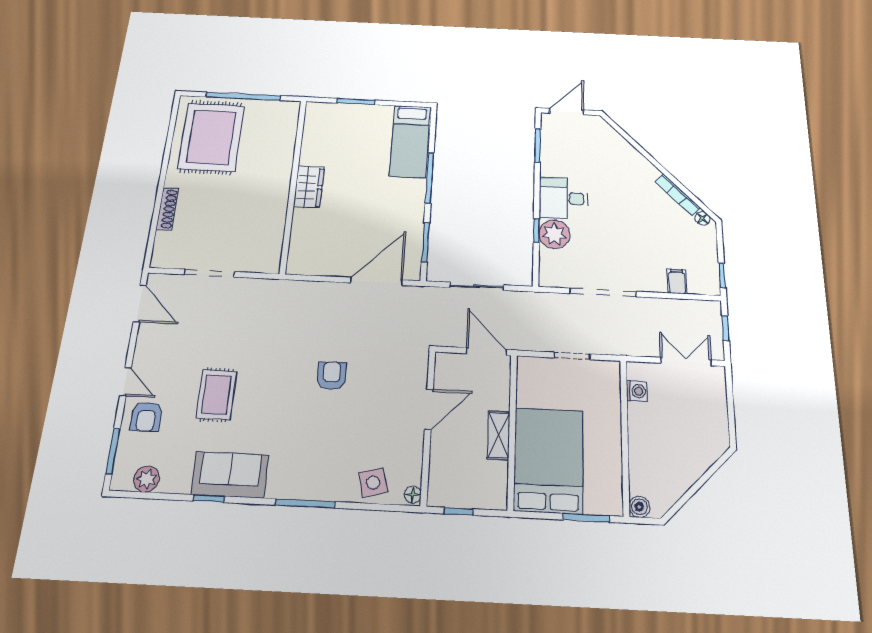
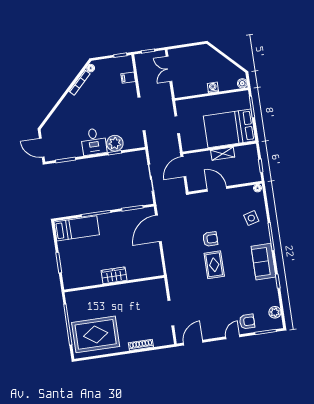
door: (376, 281) -> (158, 228), hinge flipped
armchair: (332, 376) -> (210, 239), turned 180
washing machine: (637, 391) -> (213, 87), moved
rug: (216, 395) -> (214, 265), moved, turned 90
sofa: (230, 475) -> (263, 262), moved
side table: (373, 482) -> (251, 218), moved

